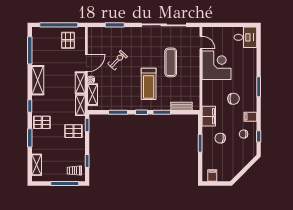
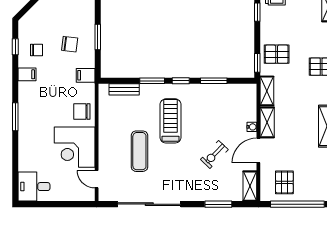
shelving: (92, 95) -> (250, 186), moved
chair: (233, 99) -> (82, 112), moved
filing cabinet: (209, 116) -> (86, 75), width x0.50

